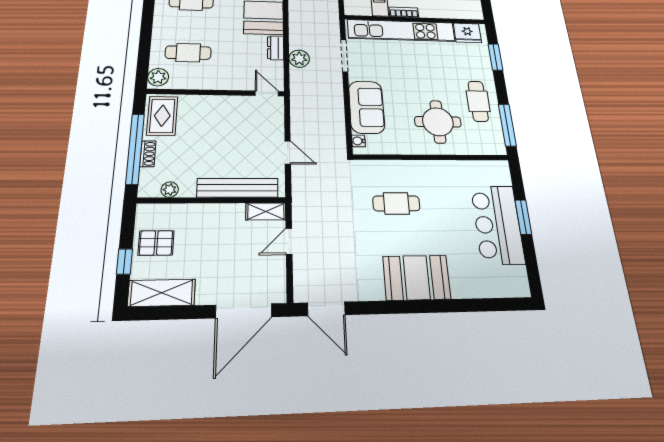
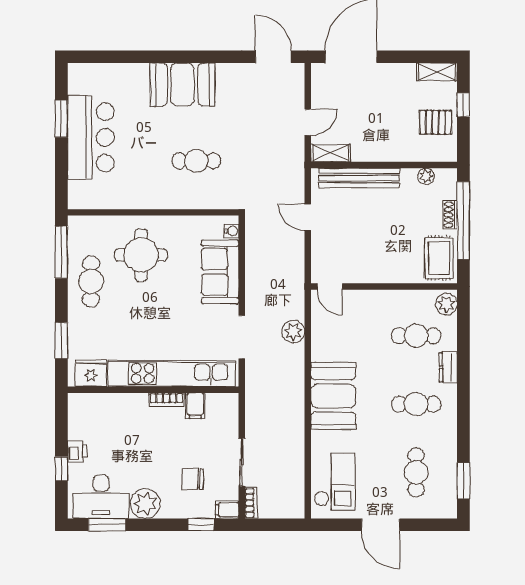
dresser: (276, 48) -> (448, 367), moved, turned 180
window: (523, 217) -> (61, 119), moved
shelving: (162, 293) -> (437, 72), width x0.67, depth x0.75

